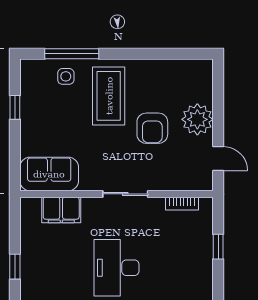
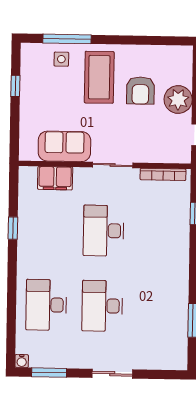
armchair: (152, 128) -> (140, 91), moved
sofa: (49, 174) -> (64, 146), moved
bookcase: (182, 204) -> (163, 174), width x1.56

